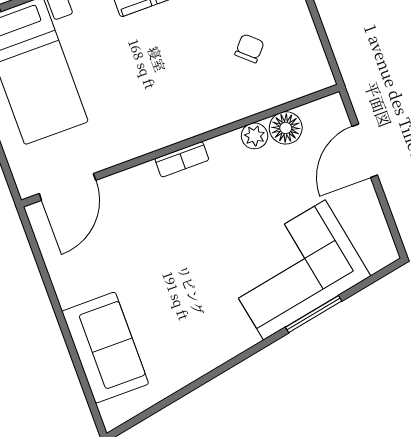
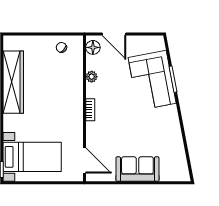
chair: (249, 48) -> (61, 47), moved
floor lamp: (286, 128) -> (93, 47), moved
sofa: (105, 348) -> (137, 169), moved

